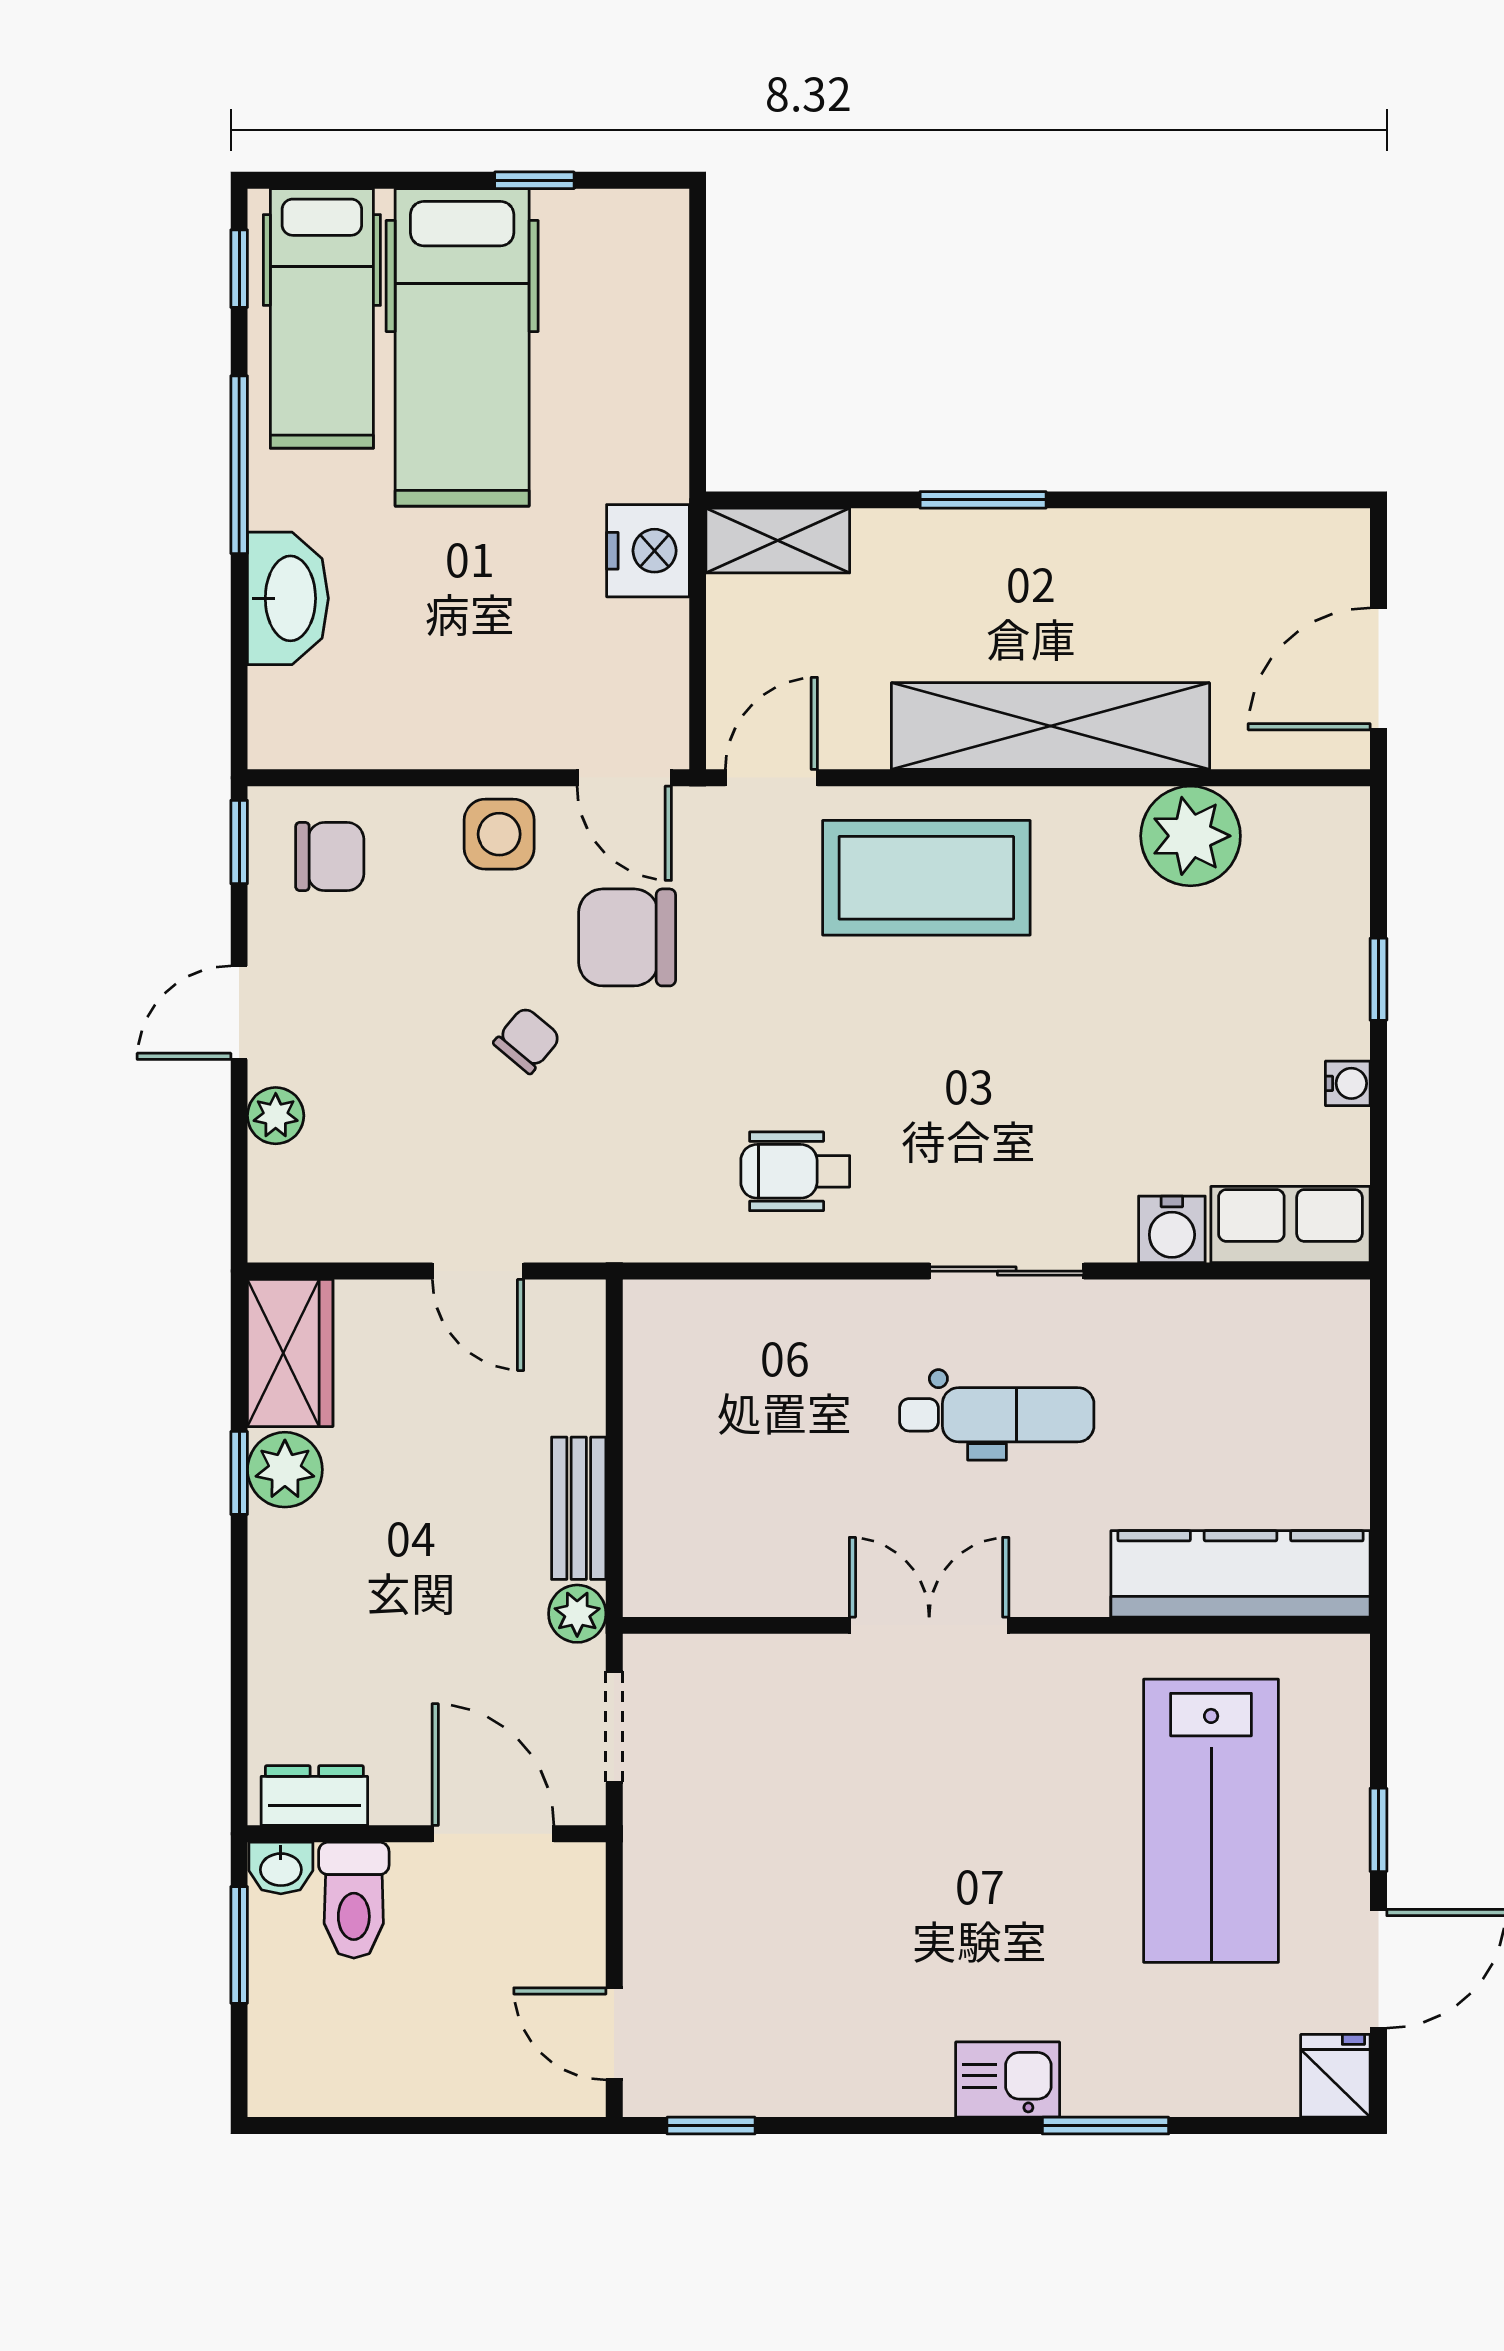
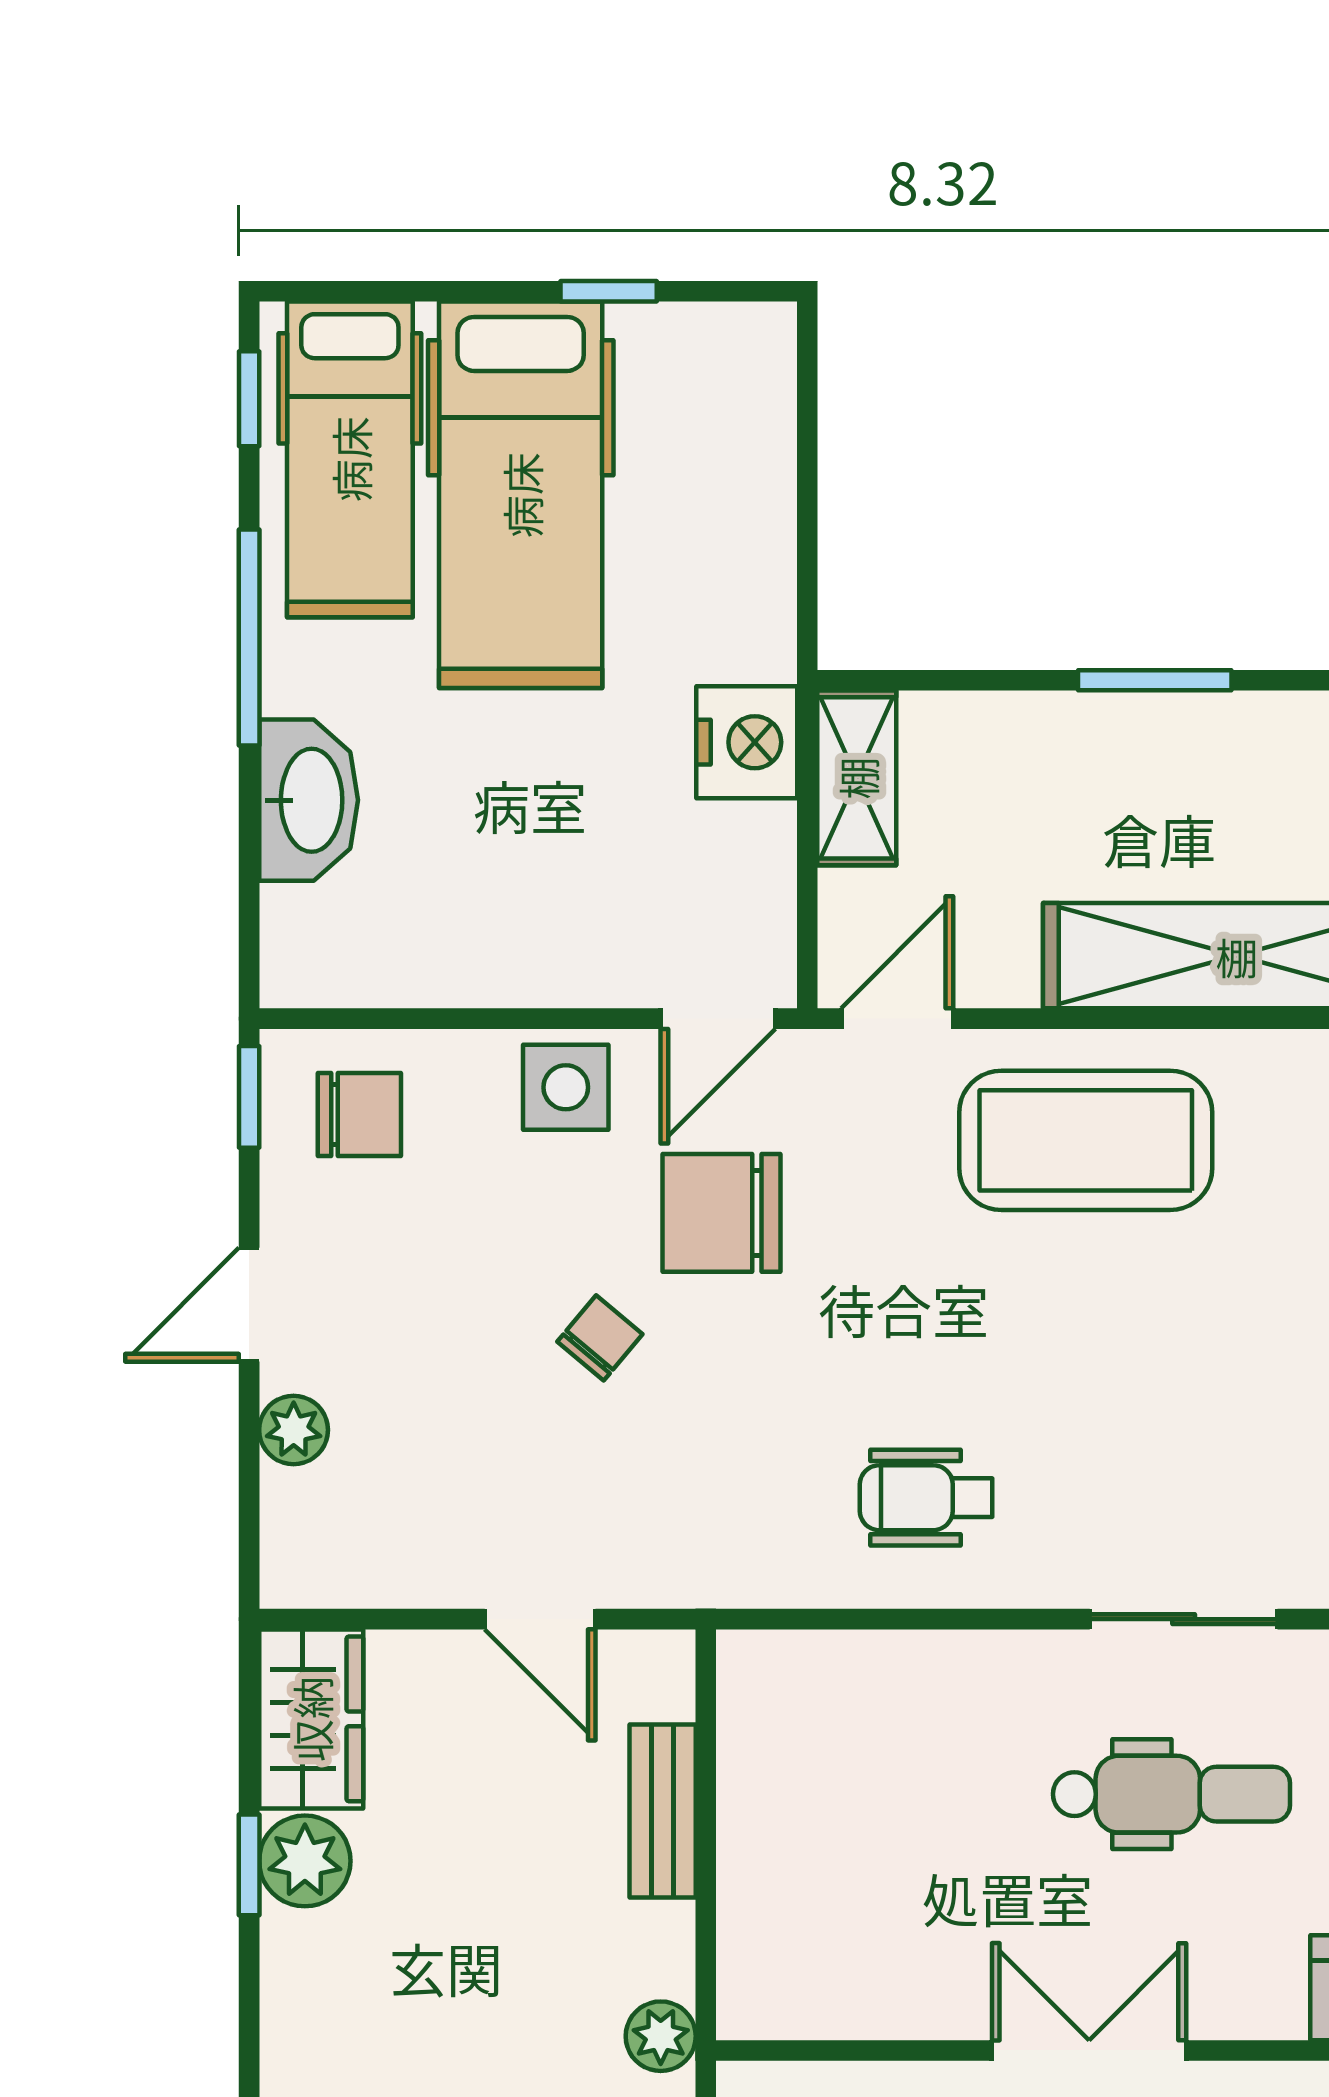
shelving: (778, 541) -> (857, 778), moved, turned 90
door: (624, 778) -> (718, 1019), hinge flipped
bench: (579, 1508) -> (663, 1811), moved

